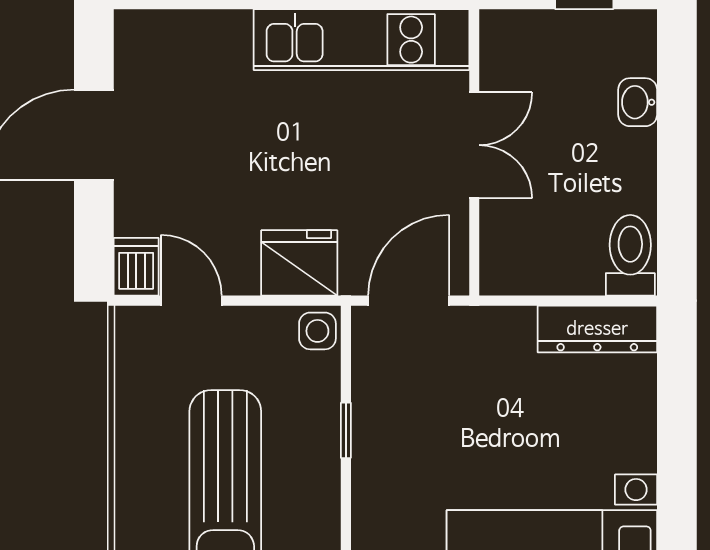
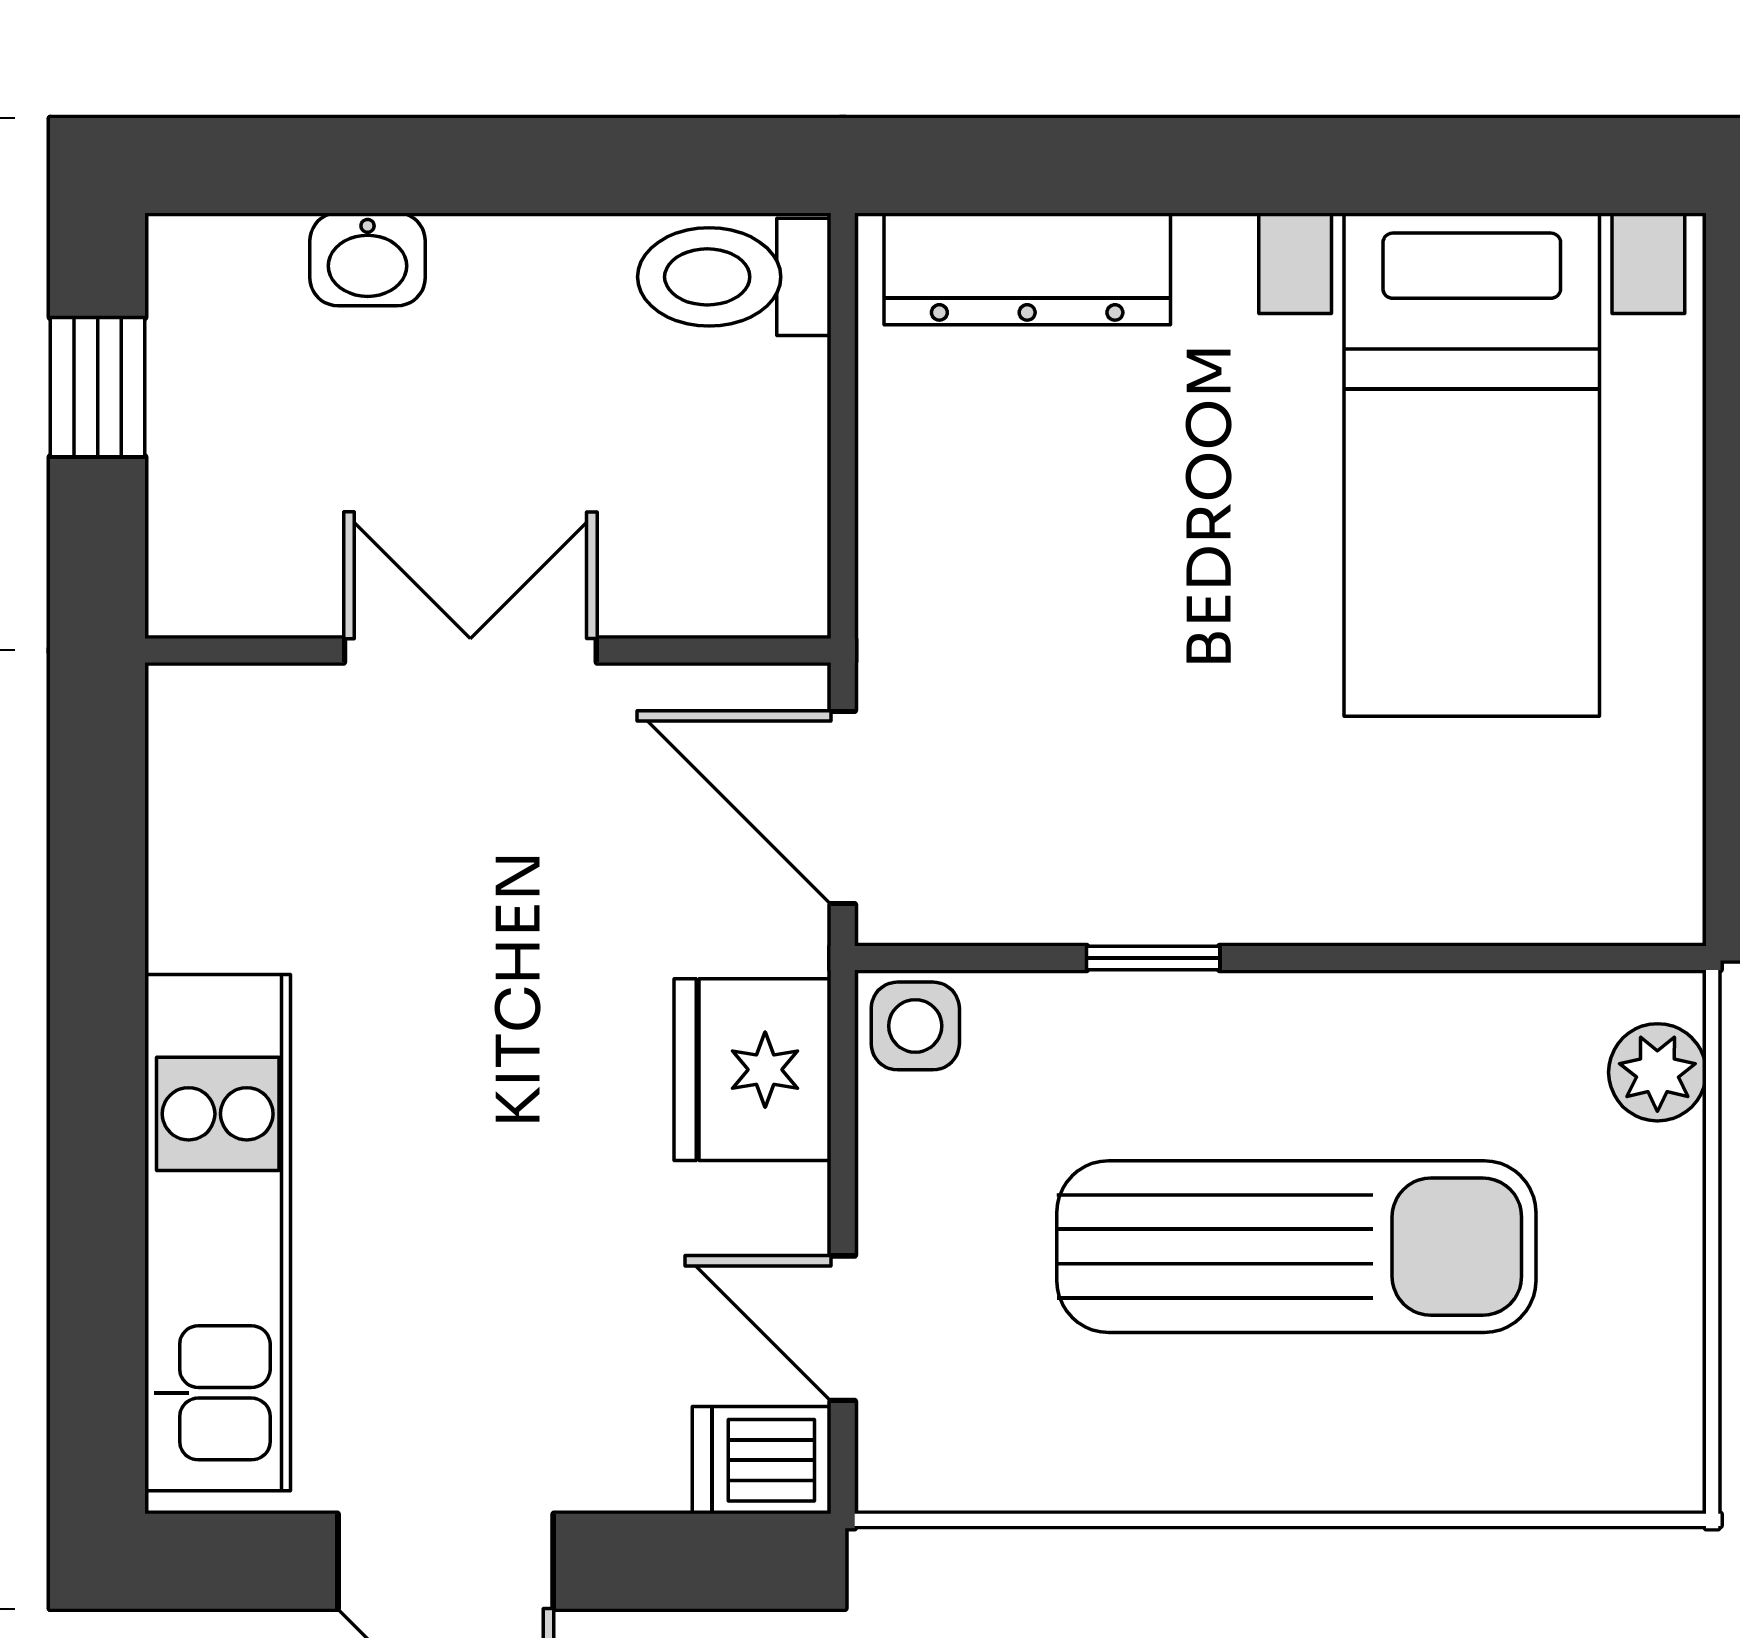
kitchen unit: (361, 40) -> (218, 1233), moved
door: (191, 301) -> (843, 1328), hinge flipped
dresser: (597, 329) -> (1027, 269), moved, turned 90

